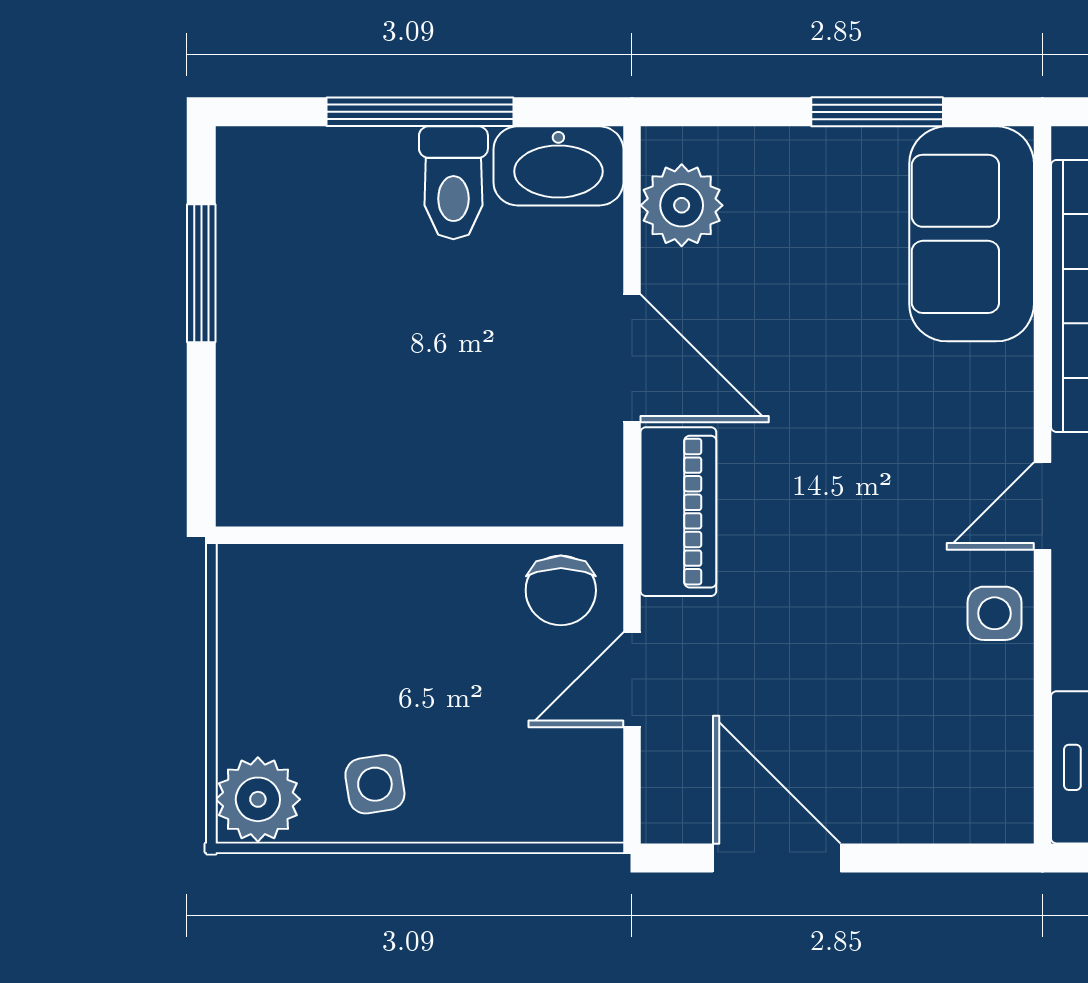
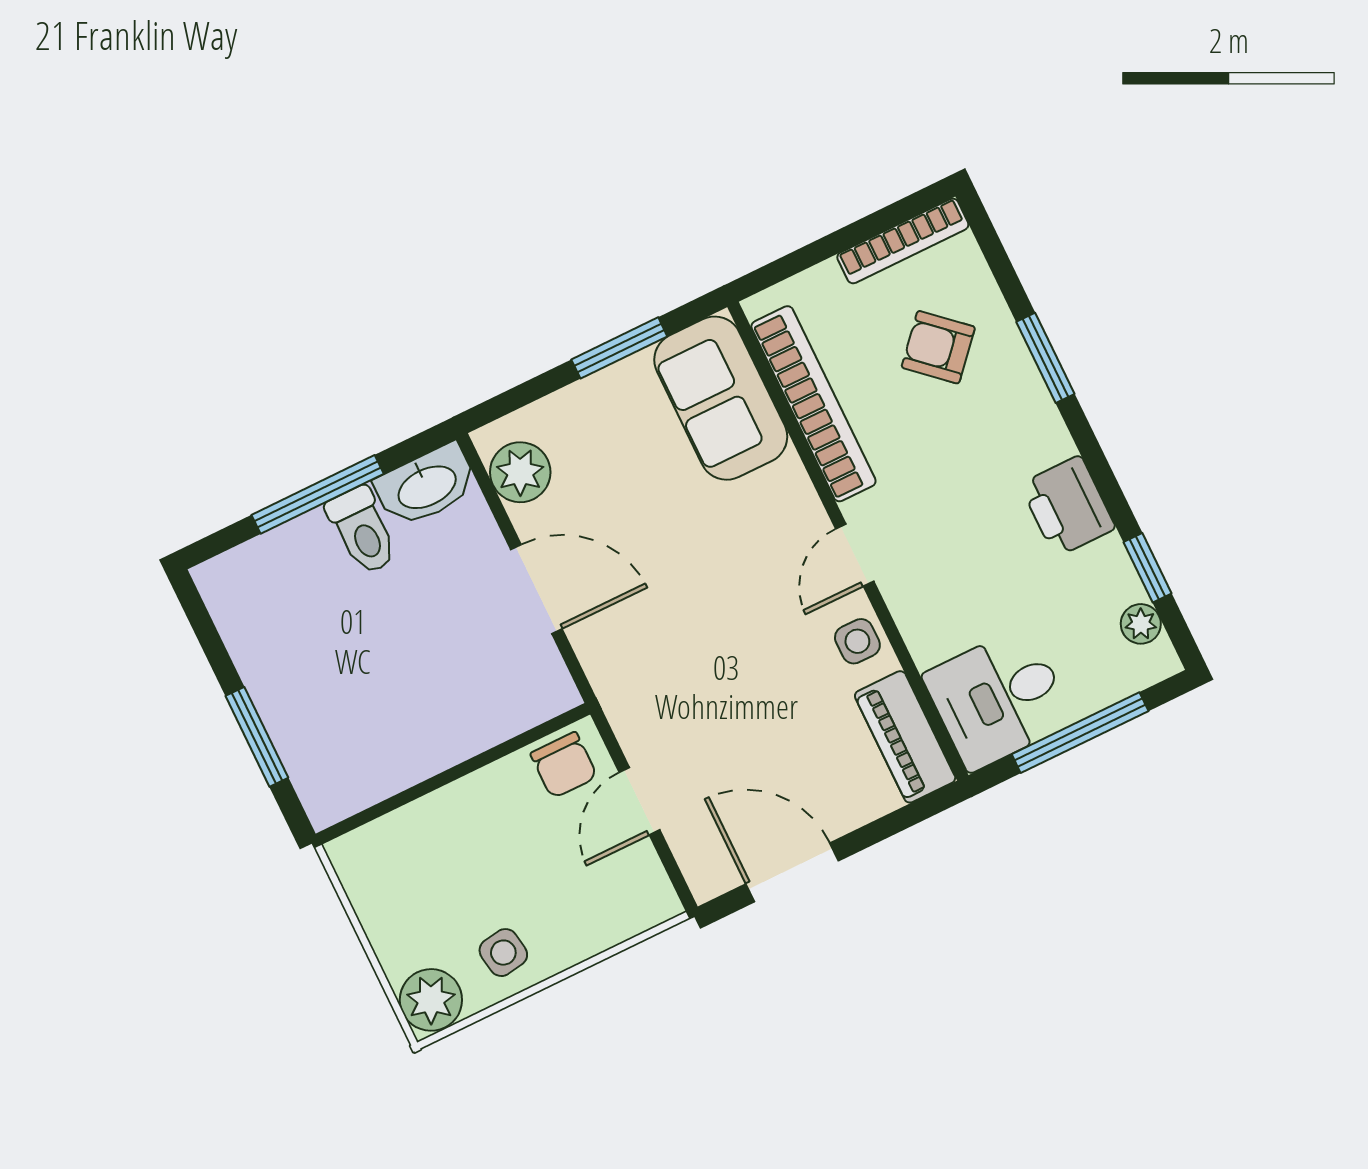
window: (201, 273) -> (257, 737), moved
piano: (678, 512) -> (905, 737), moved, turned 180

